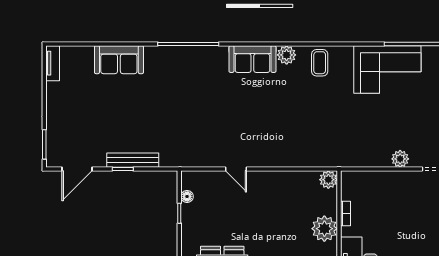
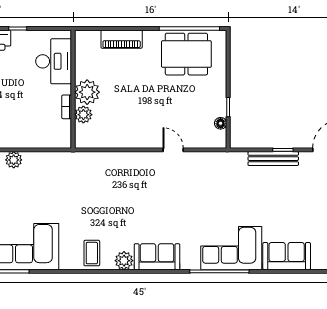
corner sofa: (176, 68) -> (231, 248), added
plant: (328, 180) -> (83, 115), moved

